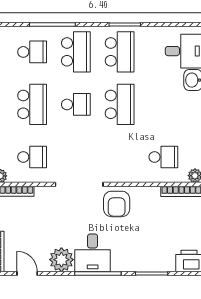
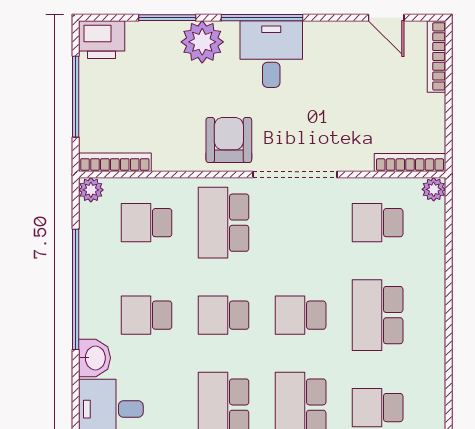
school desk: (120, 104) -> (224, 315), width x0.54
school desk: (163, 104) -> (147, 315), added
school desk: (120, 157) -> (224, 223), added
plant: (61, 260) -> (202, 42), moved

